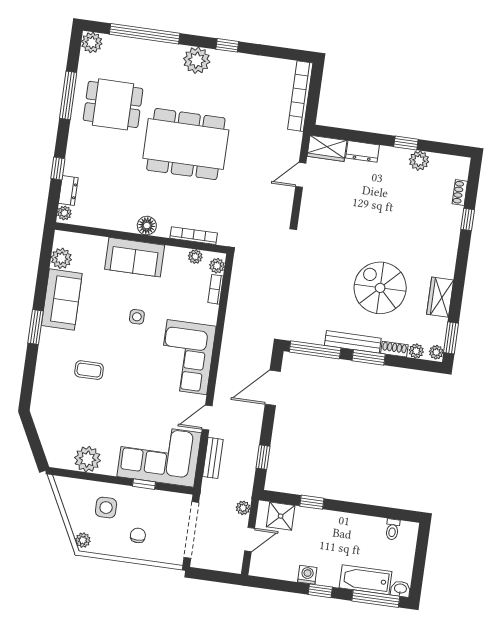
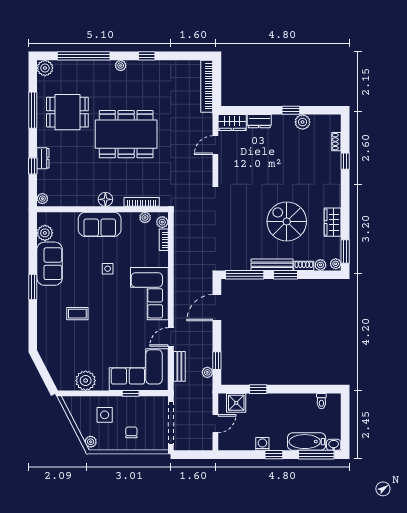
plant: (197, 60) -> (121, 66), width x0.53, depth x0.53
dresser: (68, 191) -> (43, 158), moved
plant: (243, 508) -> (207, 372), moved

